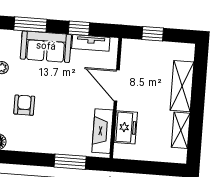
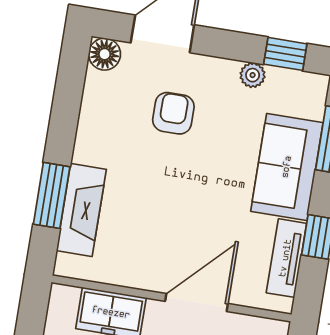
armchair: (24, 105) -> (173, 113), turned -90
fireplace: (103, 131) -> (81, 210), moved, turned 90

